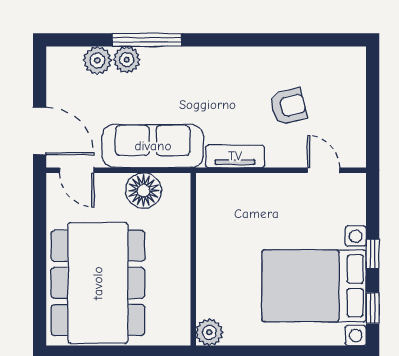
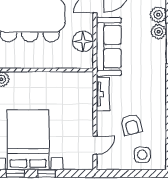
side table: (340, 88) -> (142, 155), added

